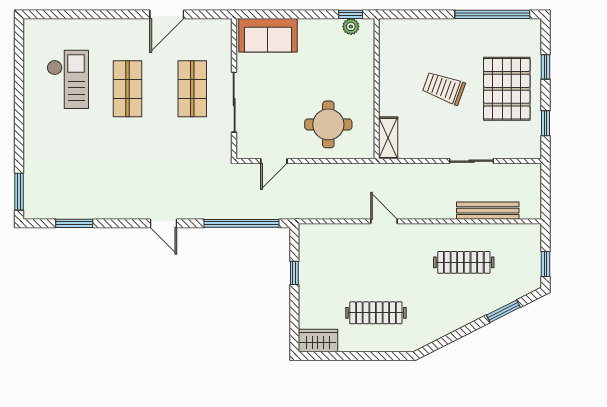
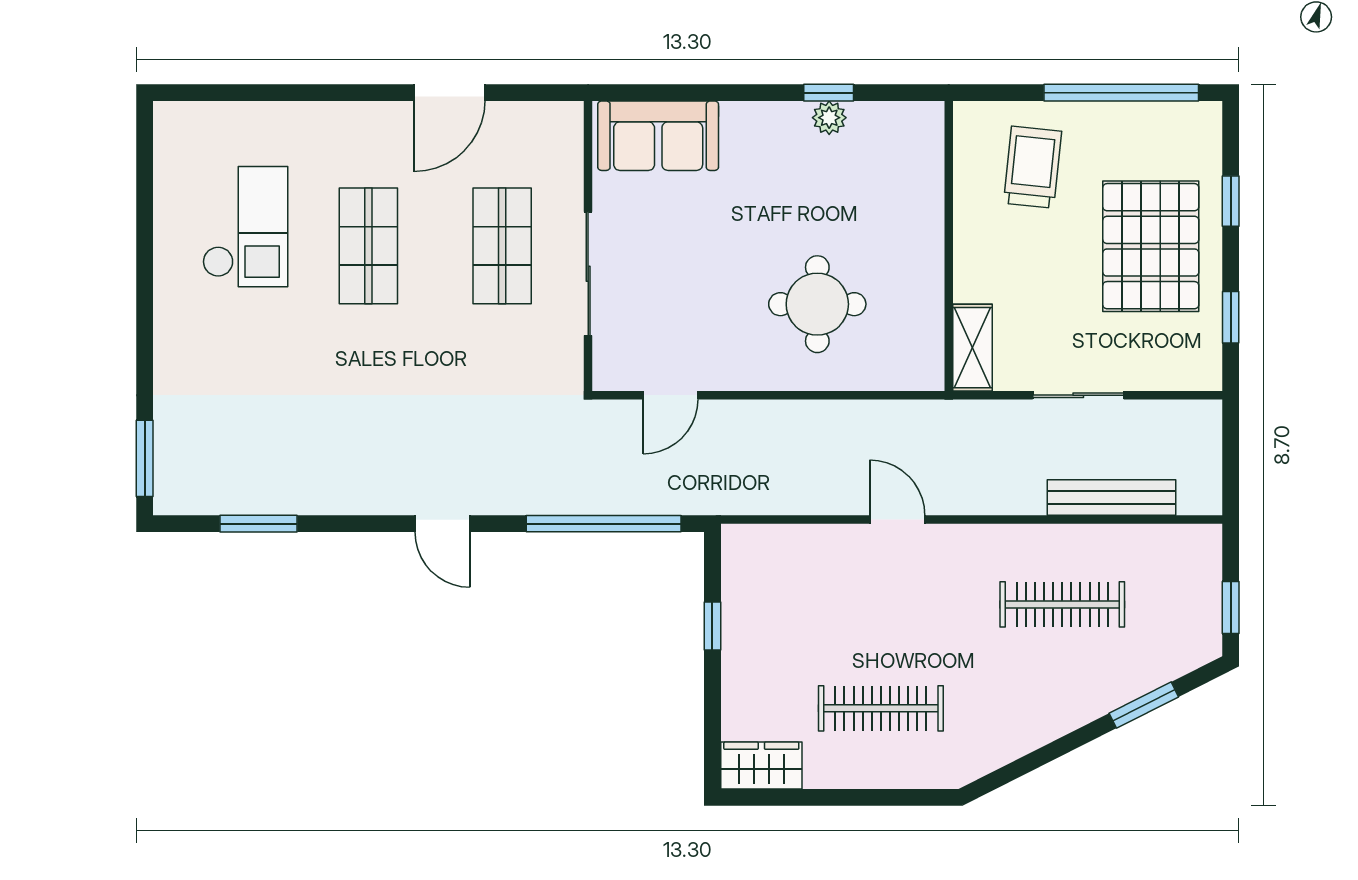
trolley: (444, 88) -> (1032, 167), moved, turned 76
wall: (377, 89) -> (949, 246), moved
round table: (328, 124) -> (817, 304), moved
shelving: (388, 138) -> (972, 348), moved

